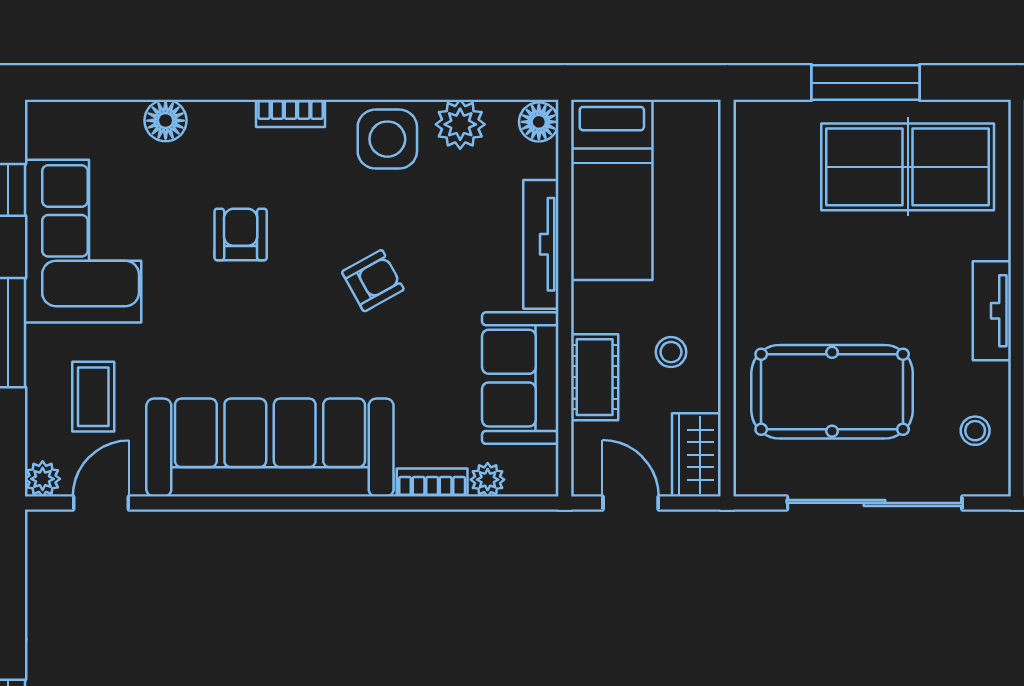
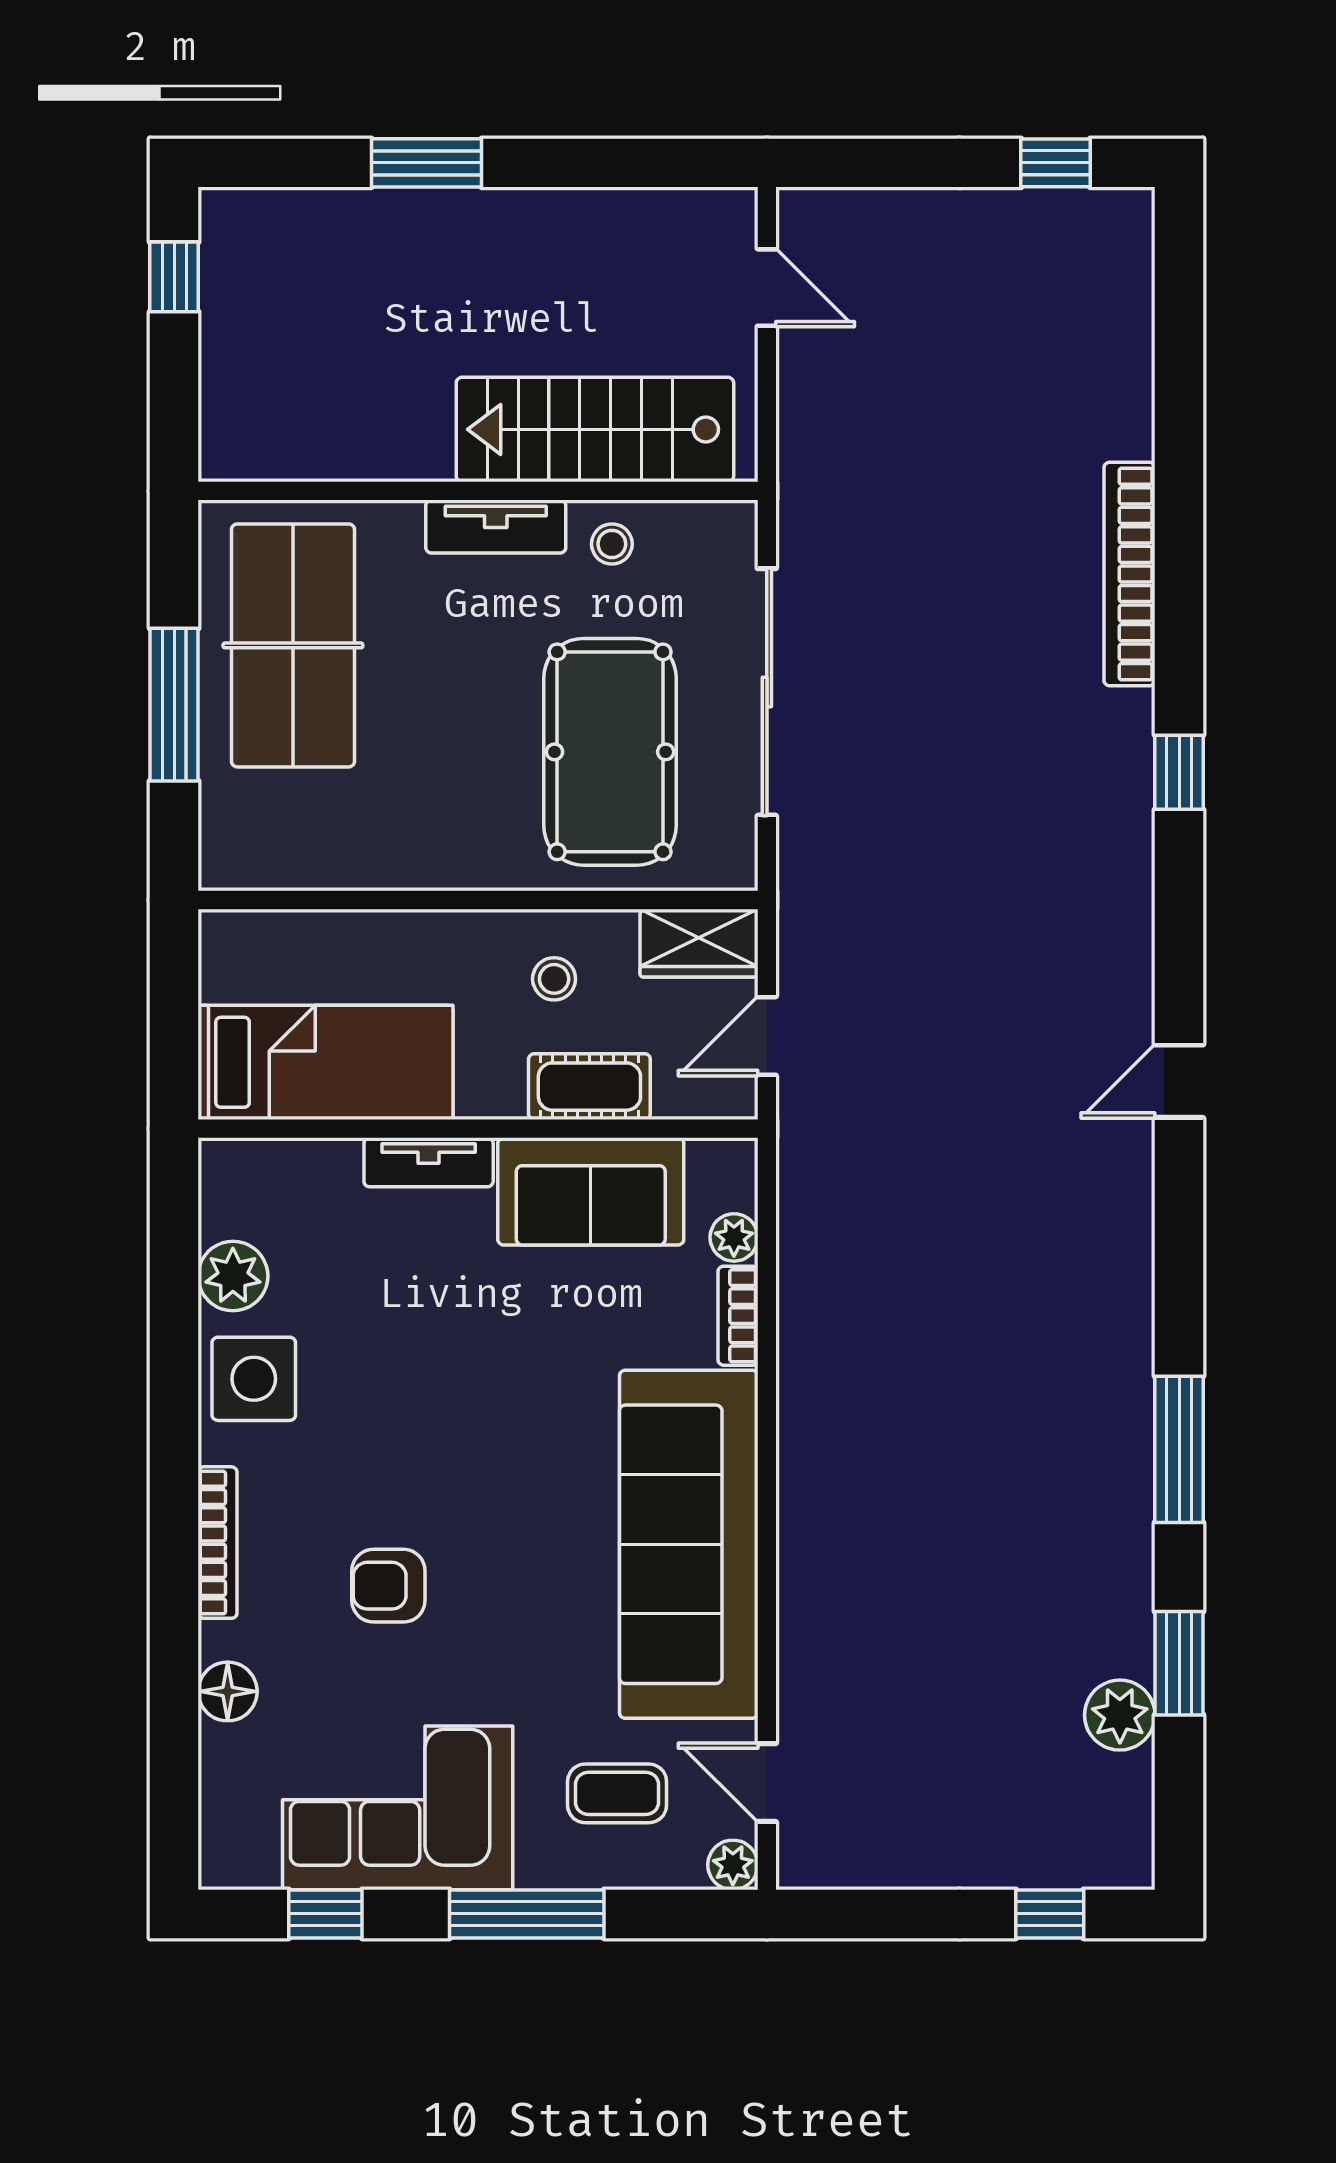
bookcase: (291, 113) -> (218, 1543), width x1.56
floor lamp: (539, 122) -> (230, 1165), removed
tv unit: (541, 244) -> (429, 1162), width x0.71
armchair: (373, 281) -> (453, 1399), removed
stool: (975, 431) -> (612, 544), moved

